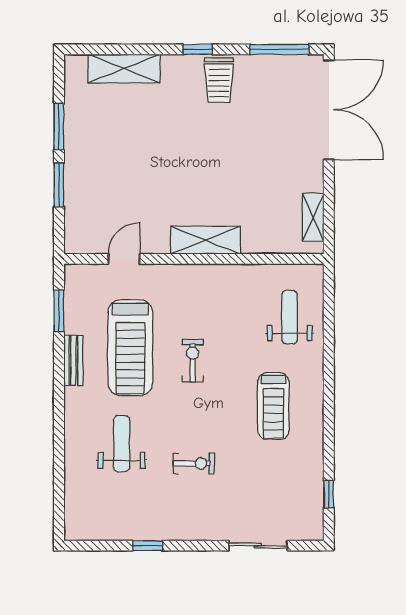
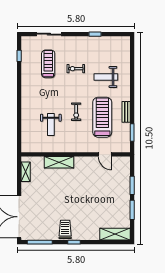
shelving: (124, 69) -> (115, 234), moved
shelving: (205, 240) -> (59, 162), moved
door: (124, 259) -> (105, 154), hinge flipped
weight bench: (290, 317) -> (51, 124), moved
treadmill: (273, 406) -> (48, 64), moved
weight bench: (122, 444) -> (106, 77), turned 90

